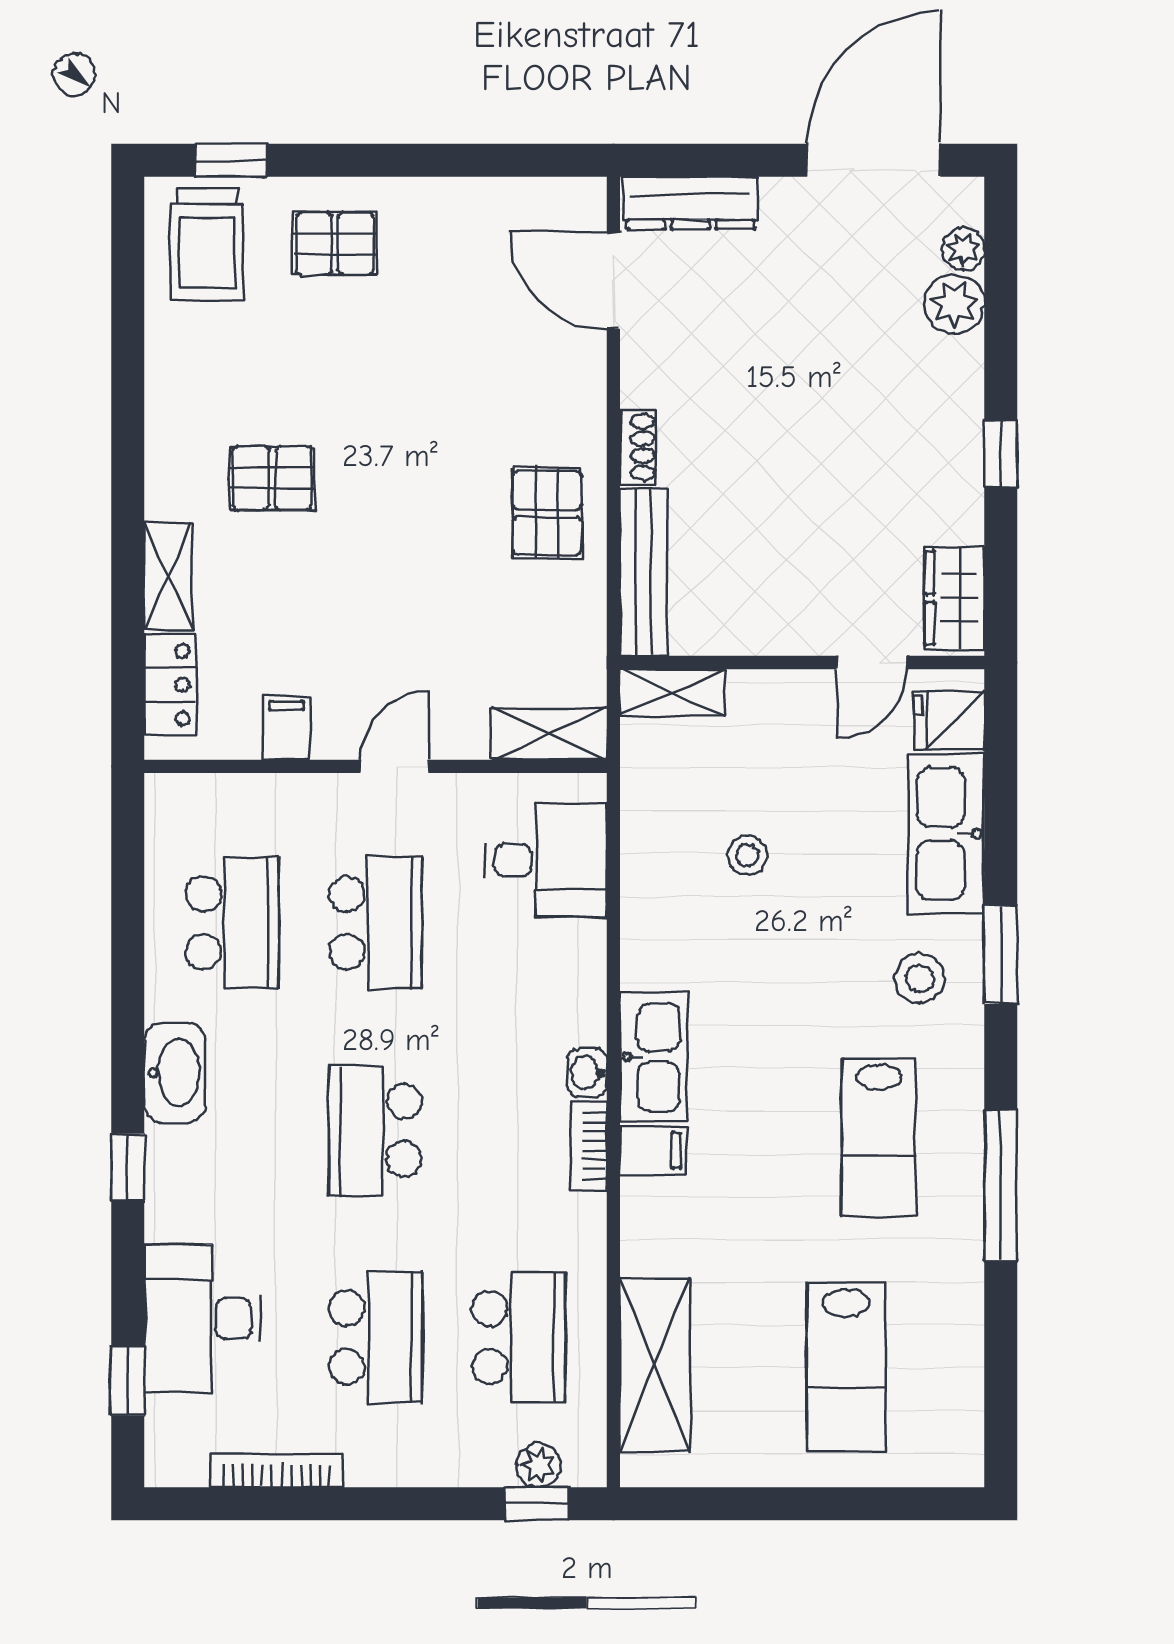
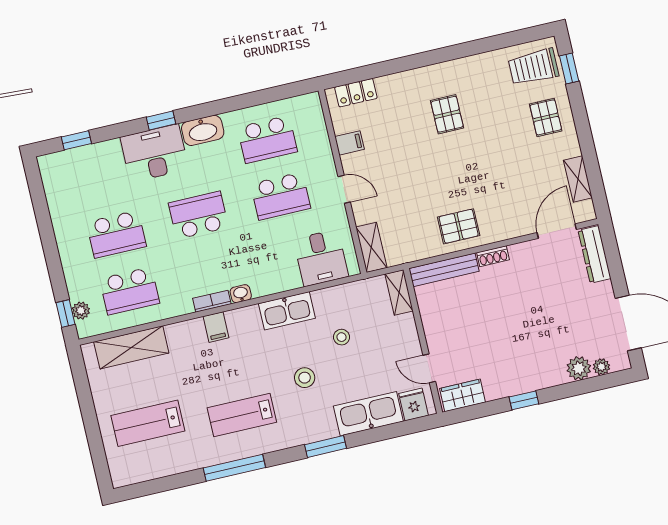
shelving: (168, 576) -> (578, 179), moved, turned 90
stool: (920, 978) -> (305, 378), moved
kitchen sink: (654, 1057) -> (287, 311), moved
desk: (202, 1318) -> (154, 153), moved
bookcase: (276, 1470) -> (55, 207), removed

